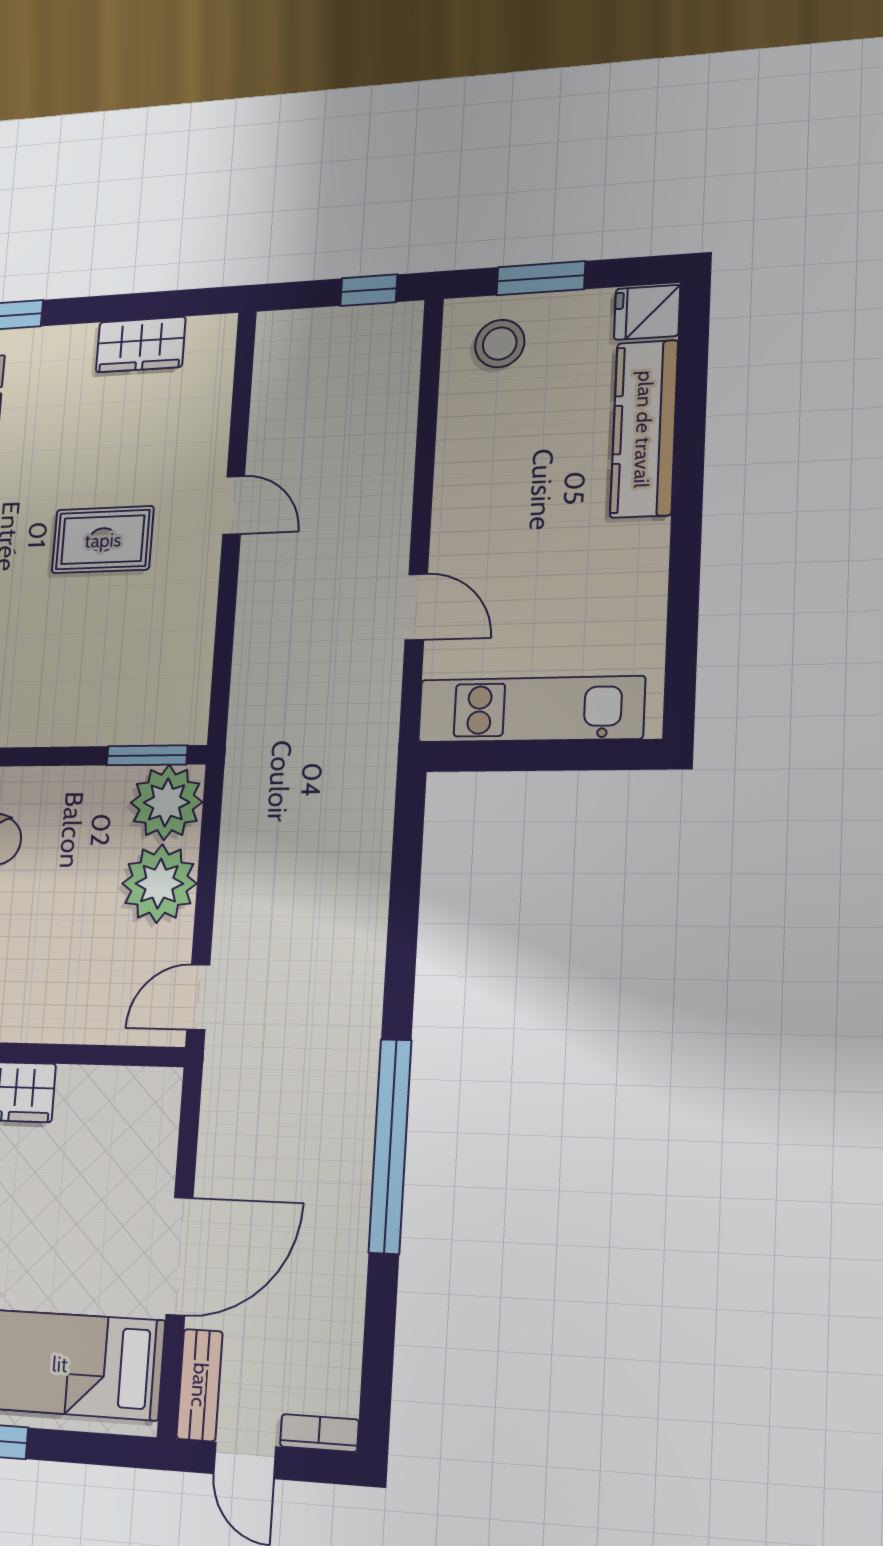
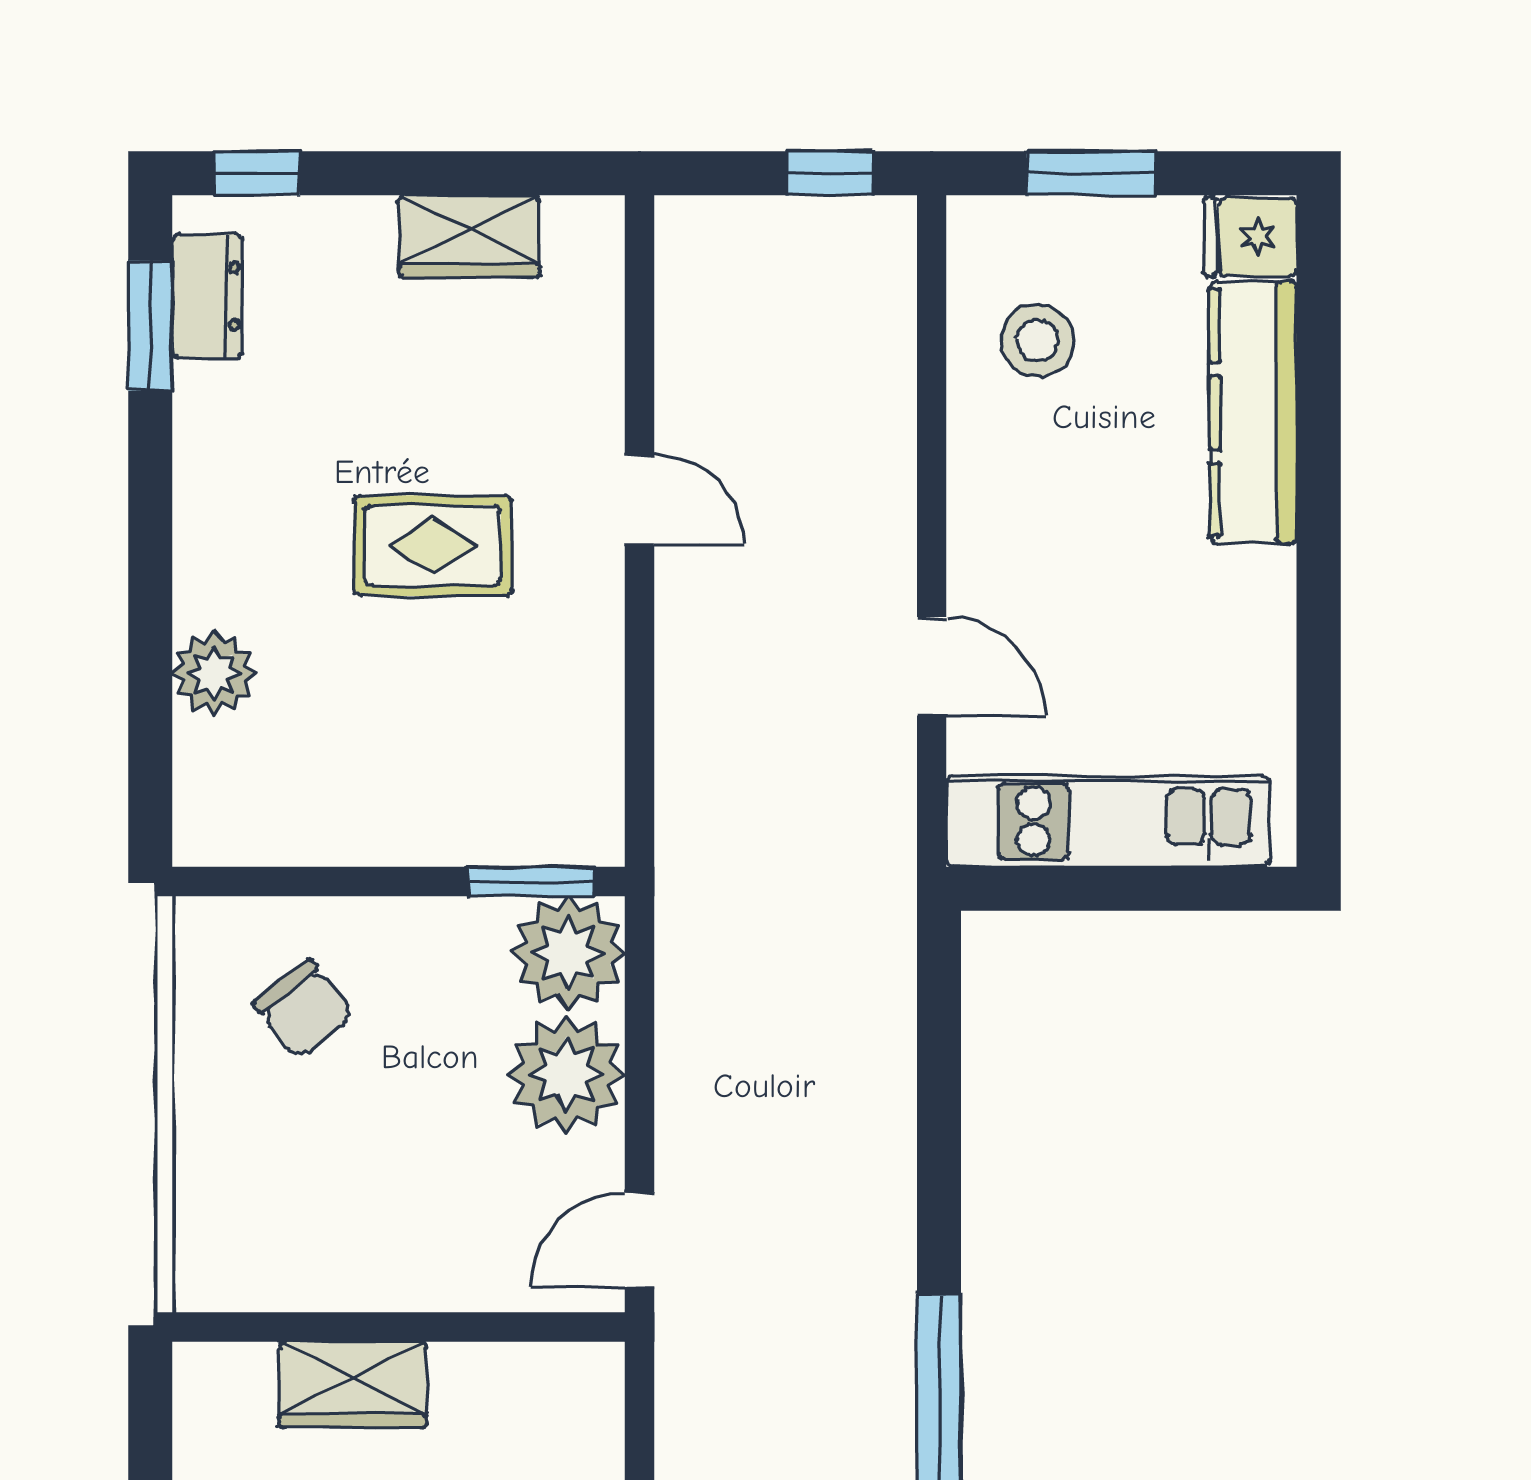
stool: (500, 344) -> (1038, 340), moved

